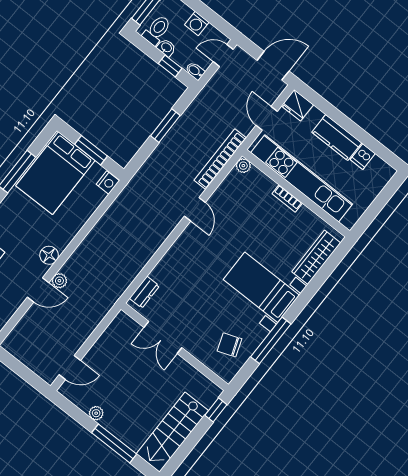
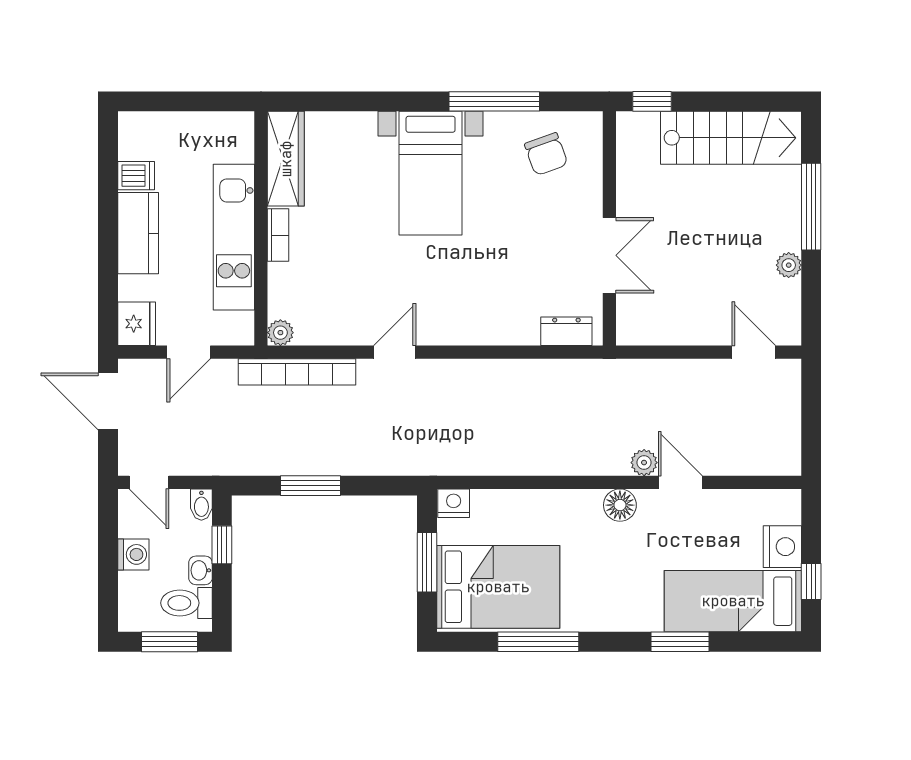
kitchen unit: (302, 178) -> (234, 237), width x0.73
wardrobe: (316, 257) -> (286, 159), moved, turned -90

